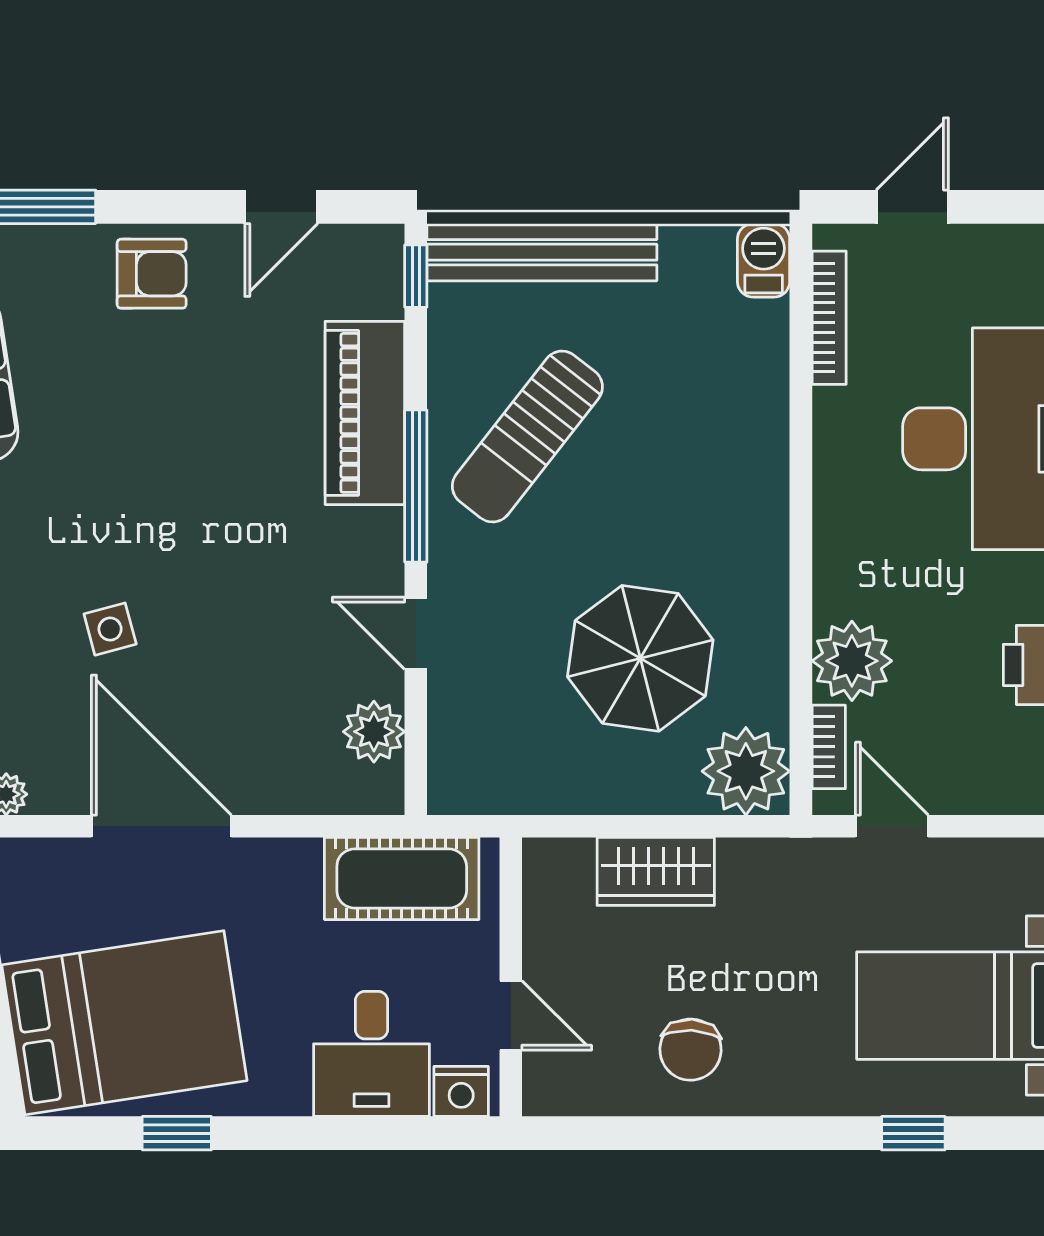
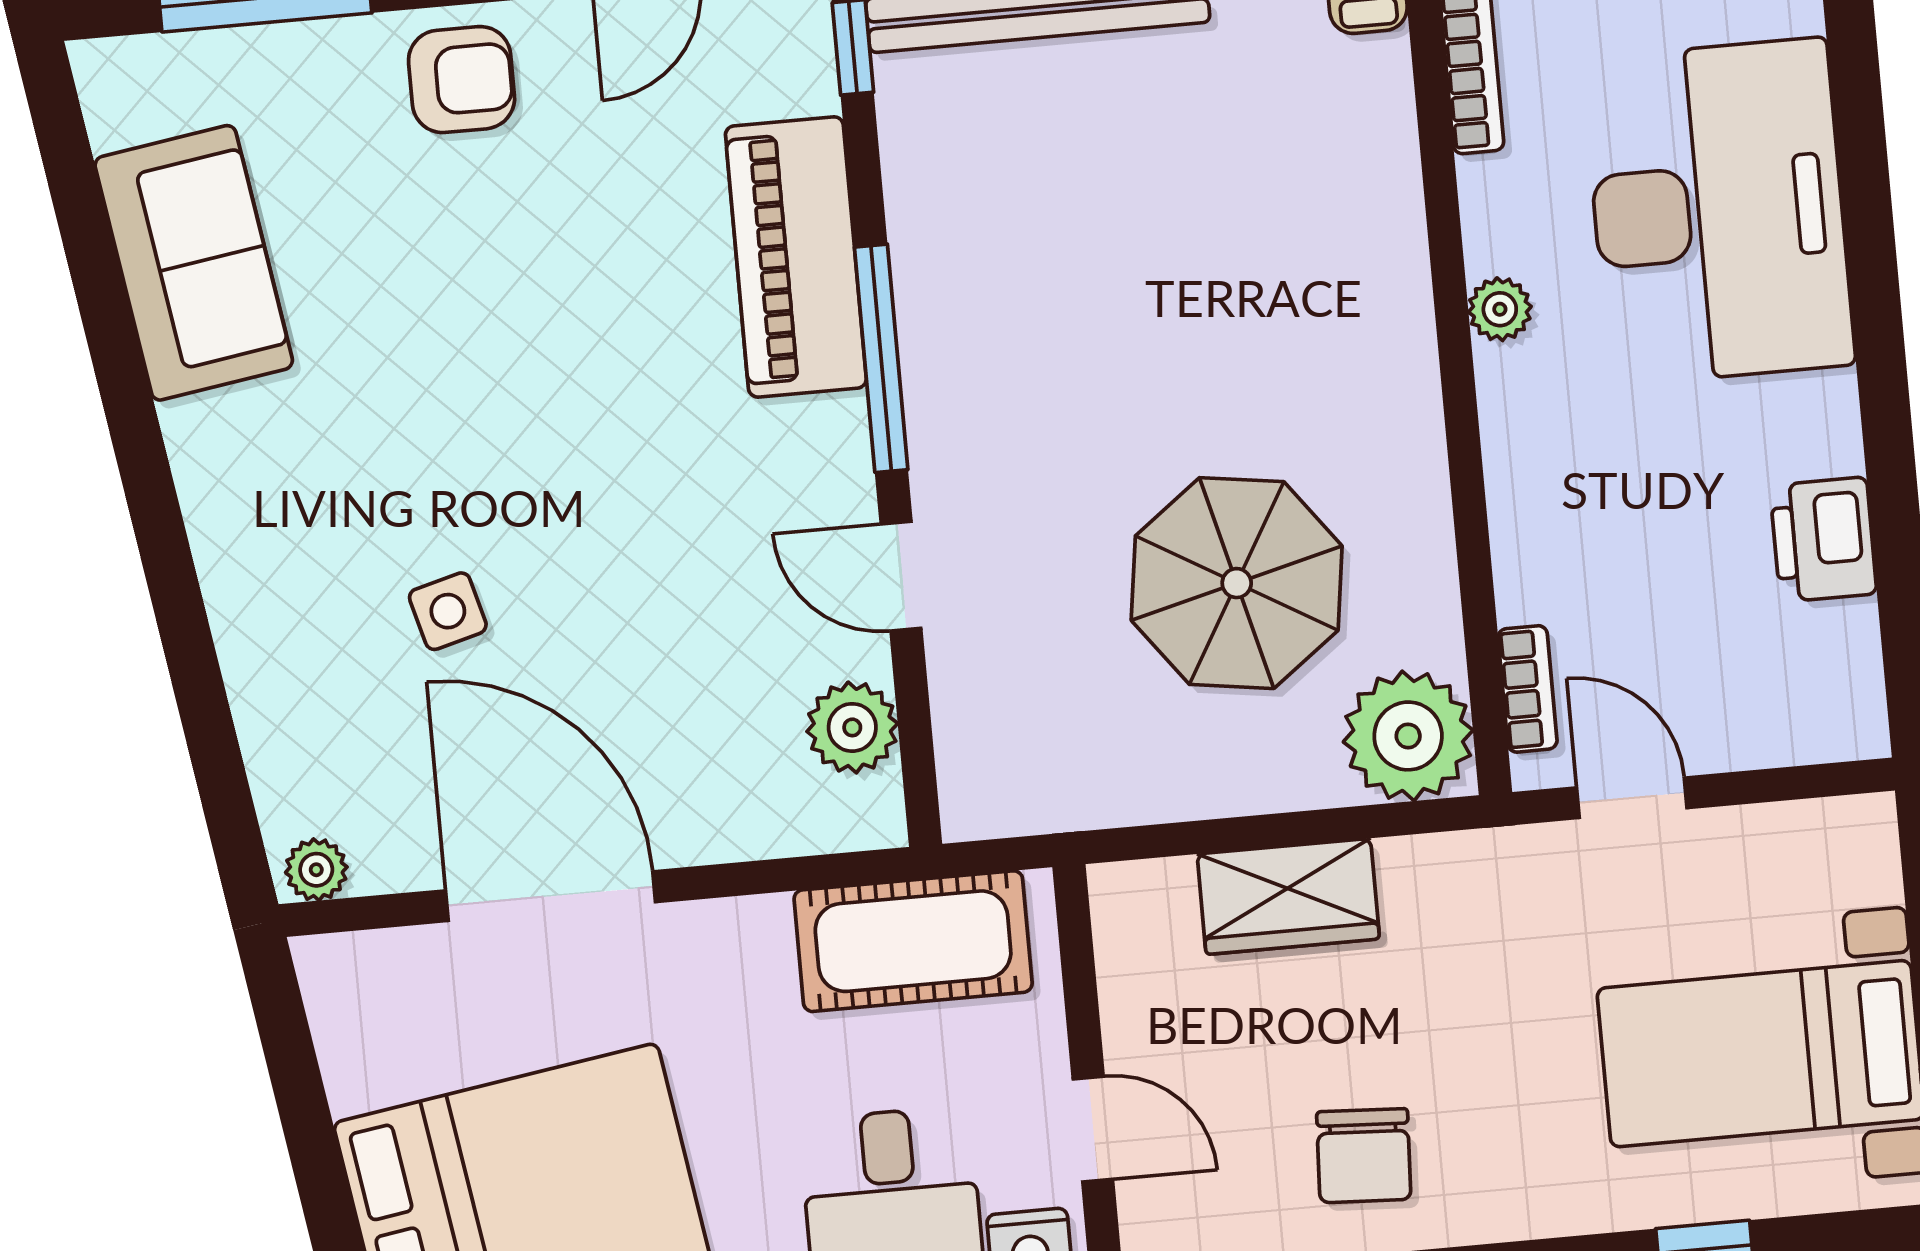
sun lounger: (527, 437) -> (1040, 270), removed
plant: (852, 661) -> (1500, 309), moved, width x0.53, depth x0.53

